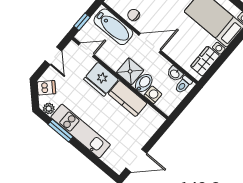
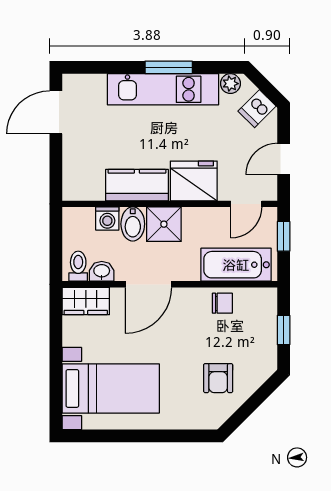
door: (150, 43) -> (148, 284), moved
door: (53, 56) -> (284, 159), hinge flipped
wardrobe: (205, 61) -> (86, 301), moved, turned 90
window: (61, 131) -> (169, 67), moved

